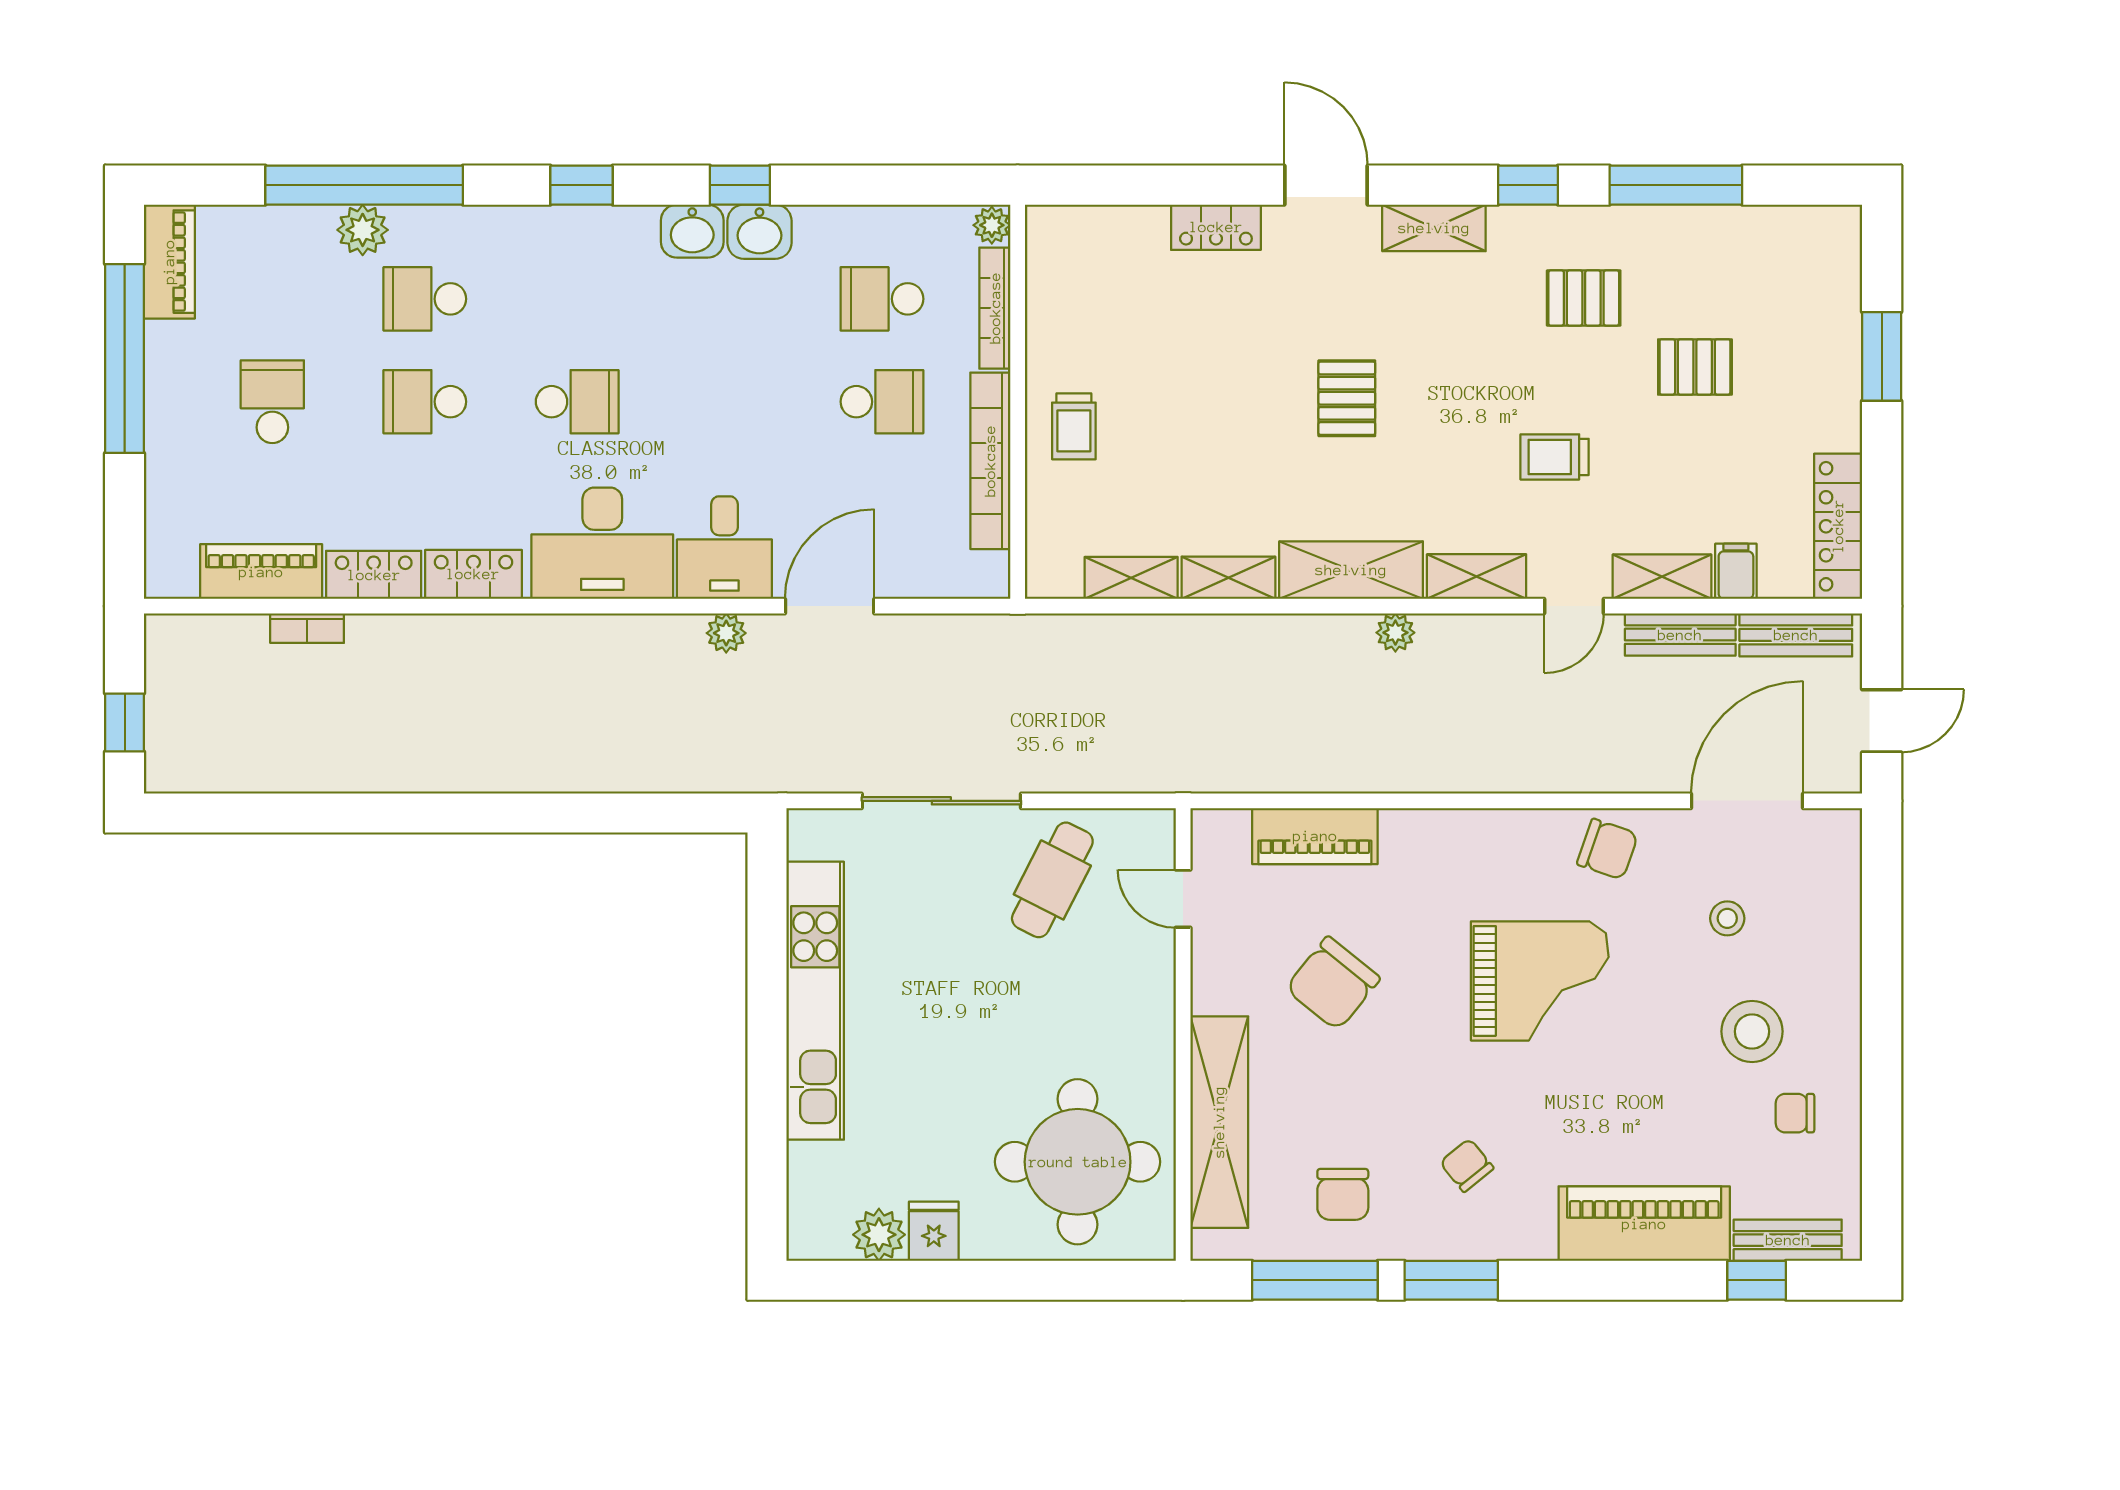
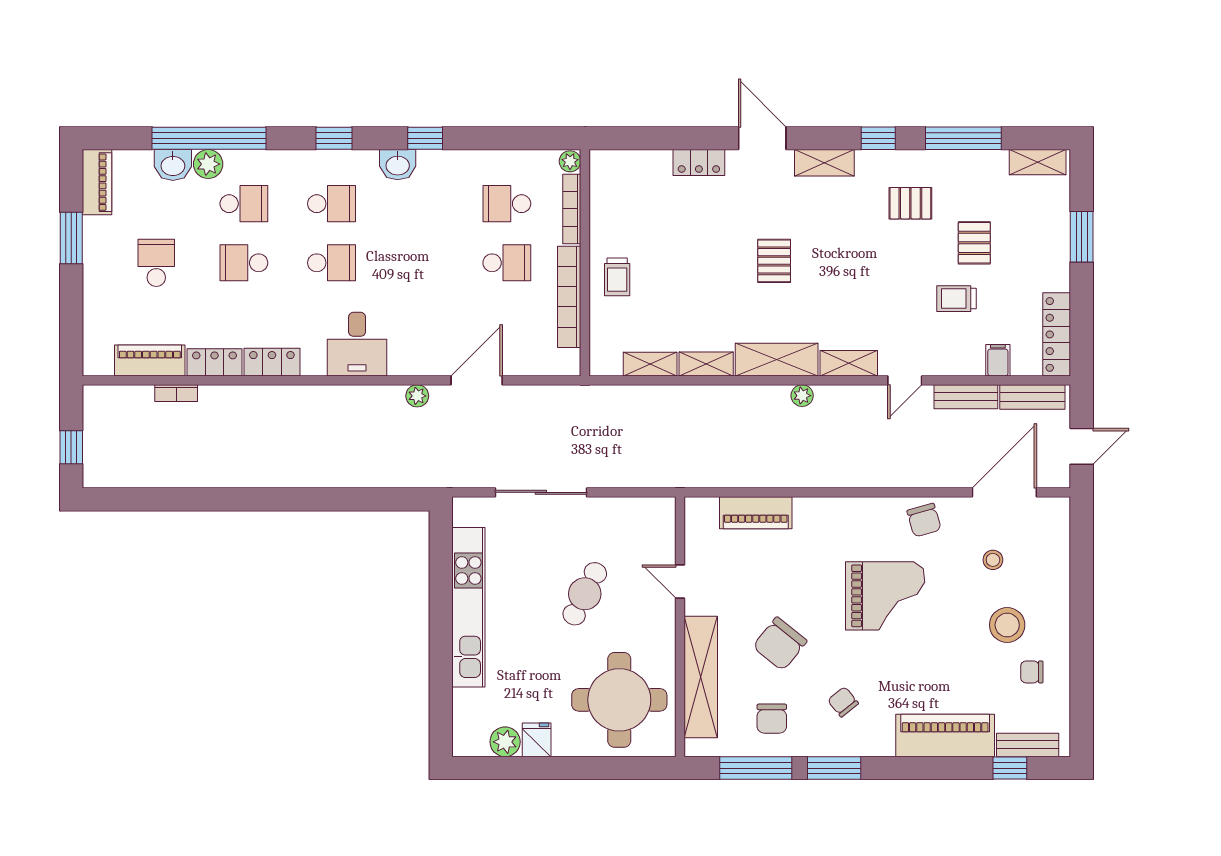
washbasin: (759, 232) -> (173, 165), moved
school desk: (425, 299) -> (244, 204), turned 180
school desk: (577, 299) -> (332, 204), added
window: (125, 359) -> (71, 238), width x0.47
pallet: (1695, 367) -> (974, 243), turned 90
trolley: (1555, 457) -> (957, 299), moved
desk: (602, 543) -> (357, 344), width x0.73
desk: (724, 548) -> (416, 347), removed
shelving: (1662, 577) -> (1038, 162), moved
chair: (1607, 849) -> (924, 520), turned 55
cafe table: (1052, 880) -> (585, 594), moved
door: (1183, 899) -> (680, 581), moved
chair: (1333, 983) -> (780, 644), moved

